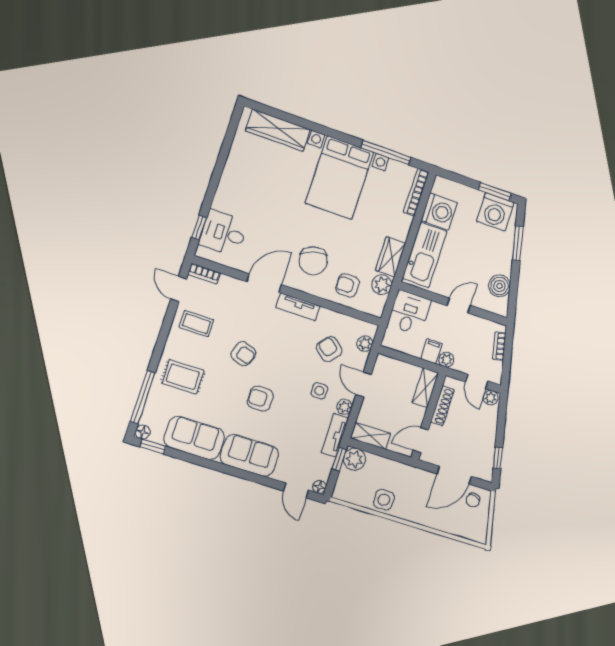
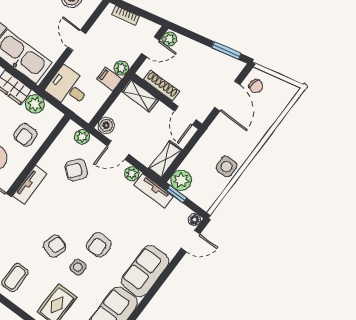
boiler: (384, 364) -> (106, 125), added
side table: (319, 391) -> (78, 267), moved
window: (498, 458) -> (226, 51), width x1.50

